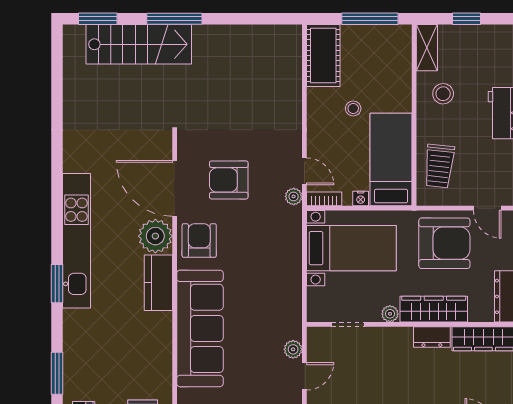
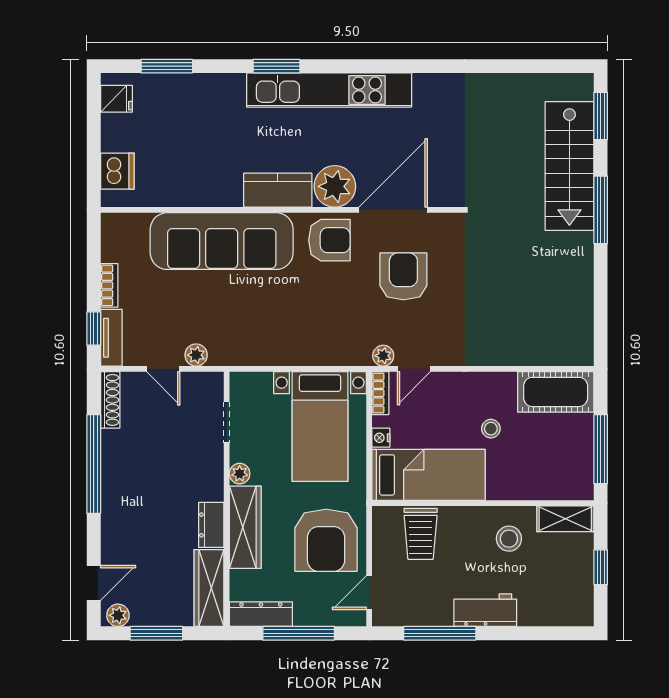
trolley: (439, 166) -> (421, 534), turned -96

